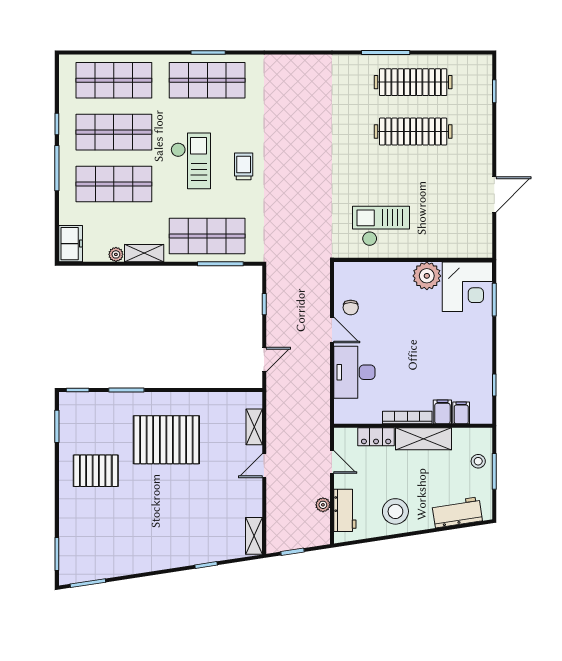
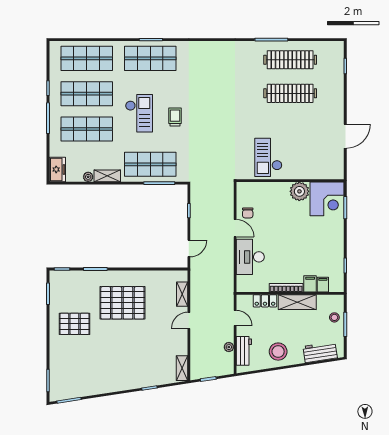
checkout: (381, 226) -> (268, 157), turned -90

